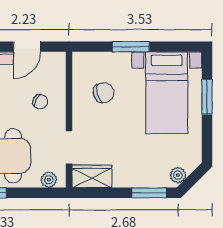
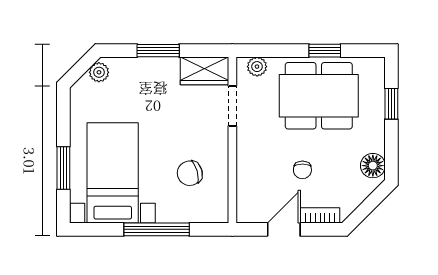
window: (131, 47) -> (157, 229), width x1.44
chair: (40, 102) -> (302, 170), moved, turned -119
window: (149, 193) -> (158, 51), moved

